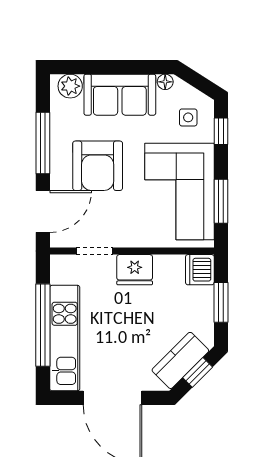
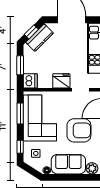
armchair: (98, 166) -> (79, 130), turned 90

